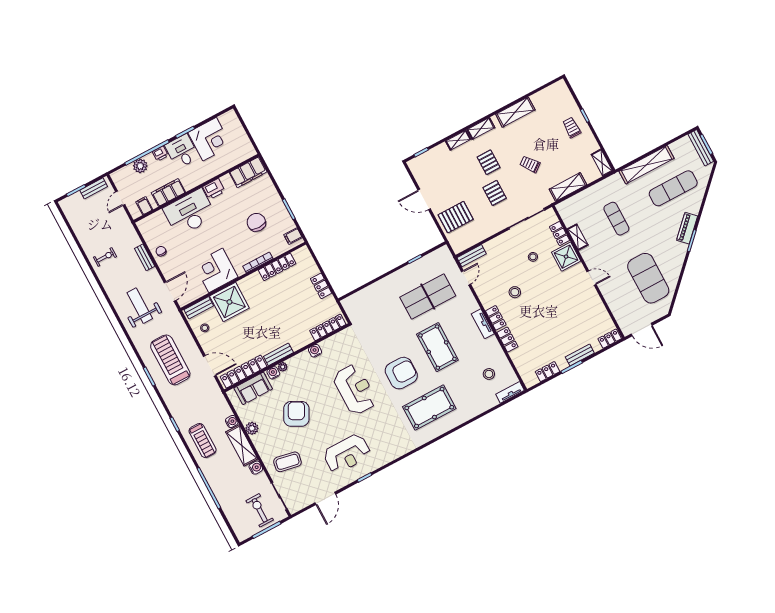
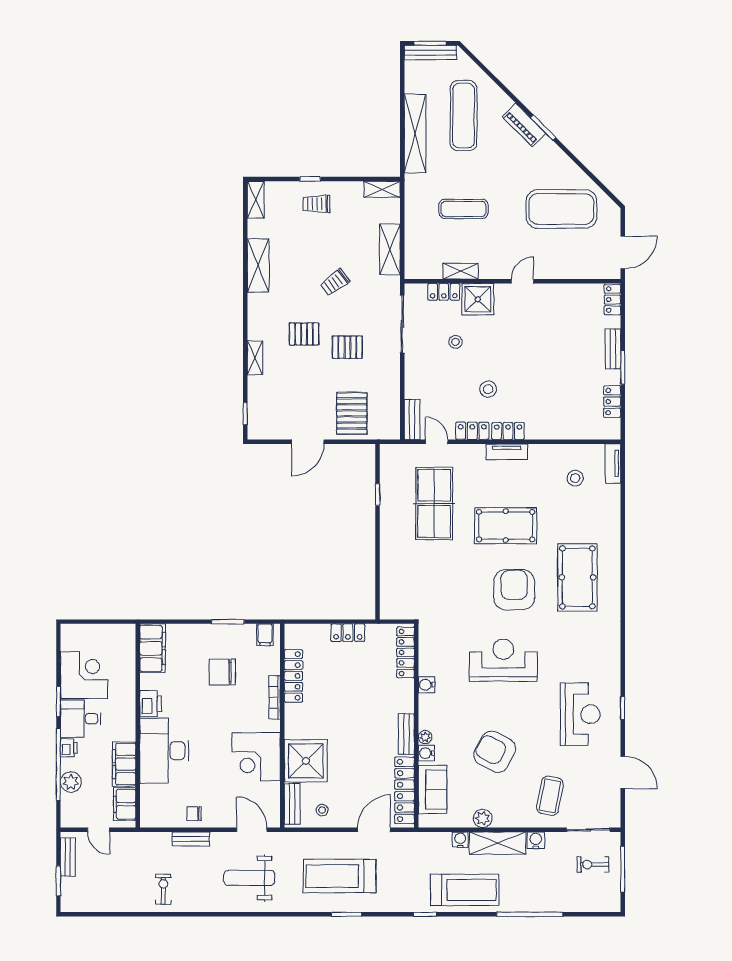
shelving: (481, 129) -> (256, 200), moved
filing cabinet: (144, 206) -> (125, 804), width x2.00
locker: (507, 340) -> (472, 431), moved
treadmill: (203, 441) -> (465, 890), width x1.37, depth x1.38
exercise bike: (260, 510) -> (593, 864), width x0.73, depth x0.72

